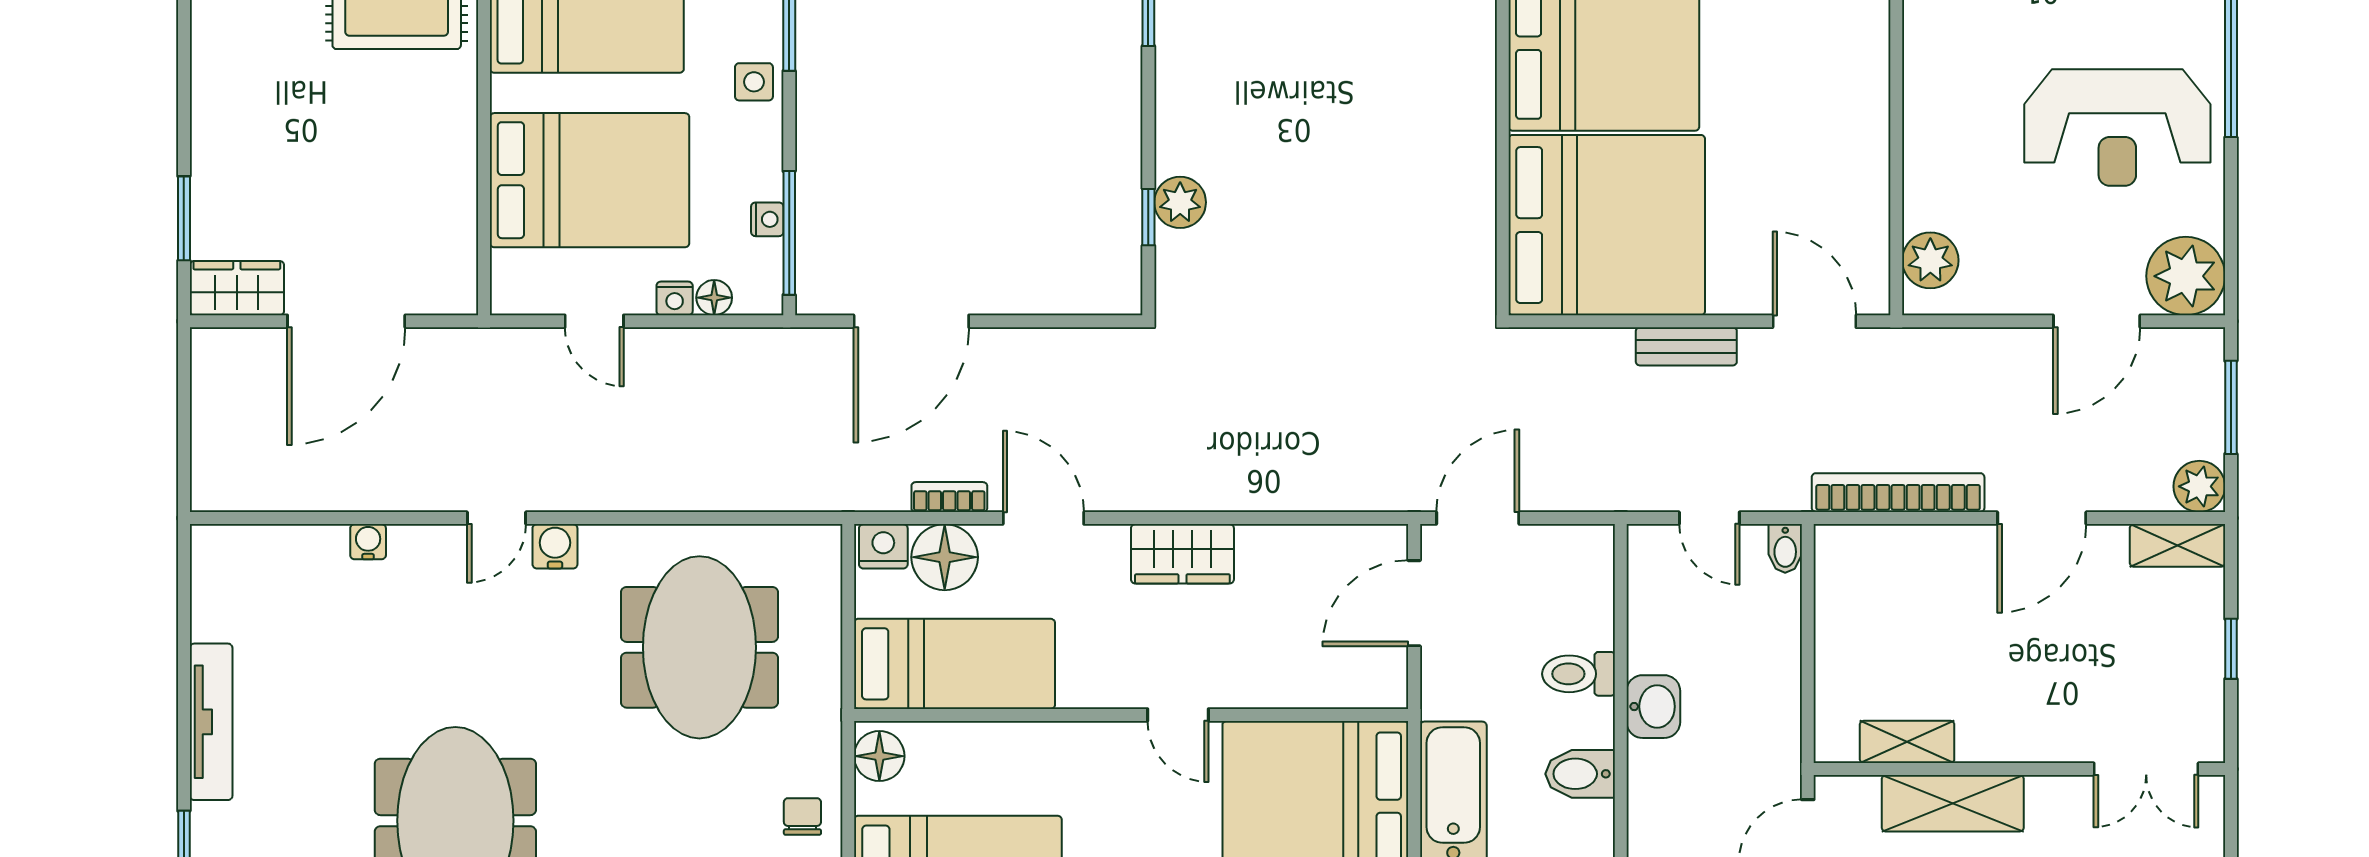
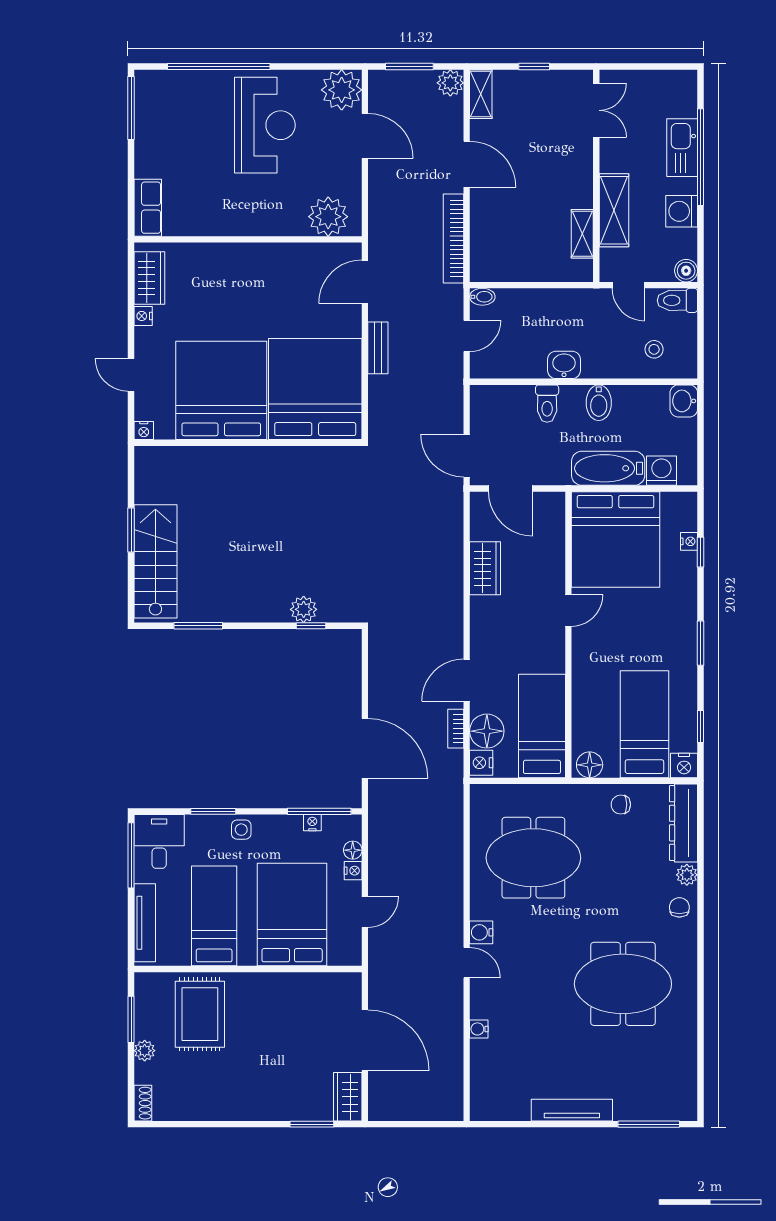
plant: (1930, 260) -> (328, 217), width x1.36, depth x1.36
wardrobe: (1182, 554) -> (485, 568), moved

